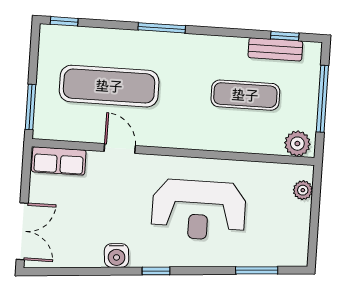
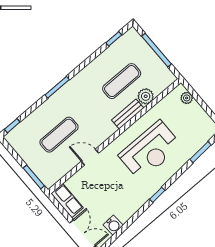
bench: (275, 49) -> (128, 114), moved
exercise mat: (109, 86) -> (59, 135), width x0.73, depth x0.69
plant: (297, 144) -> (146, 96), moved
row of seats: (59, 161) -> (67, 201), moved, turned -90
water cooler: (117, 255) -> (113, 225), moved

